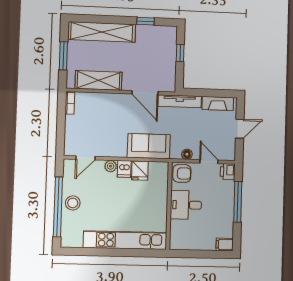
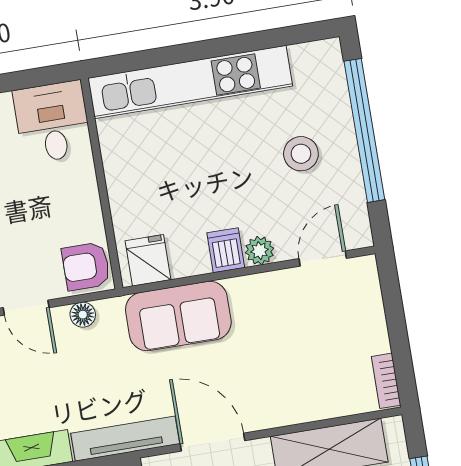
fridge: (140, 171) -> (148, 260), moved
stool: (73, 203) -> (301, 154), moved
desk: (186, 205) -> (52, 122), moved, turned -90

